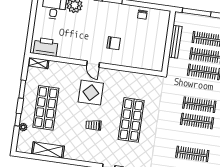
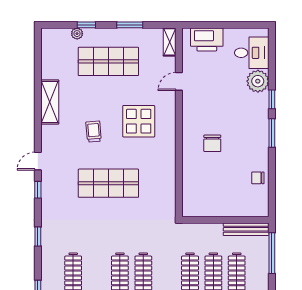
bench: (175, 42) -> (246, 229), moved
printer: (46, 47) -> (207, 39), moved, turned 90
door: (93, 64) -> (179, 81), moved
shelving: (48, 150) -> (50, 102), moved

